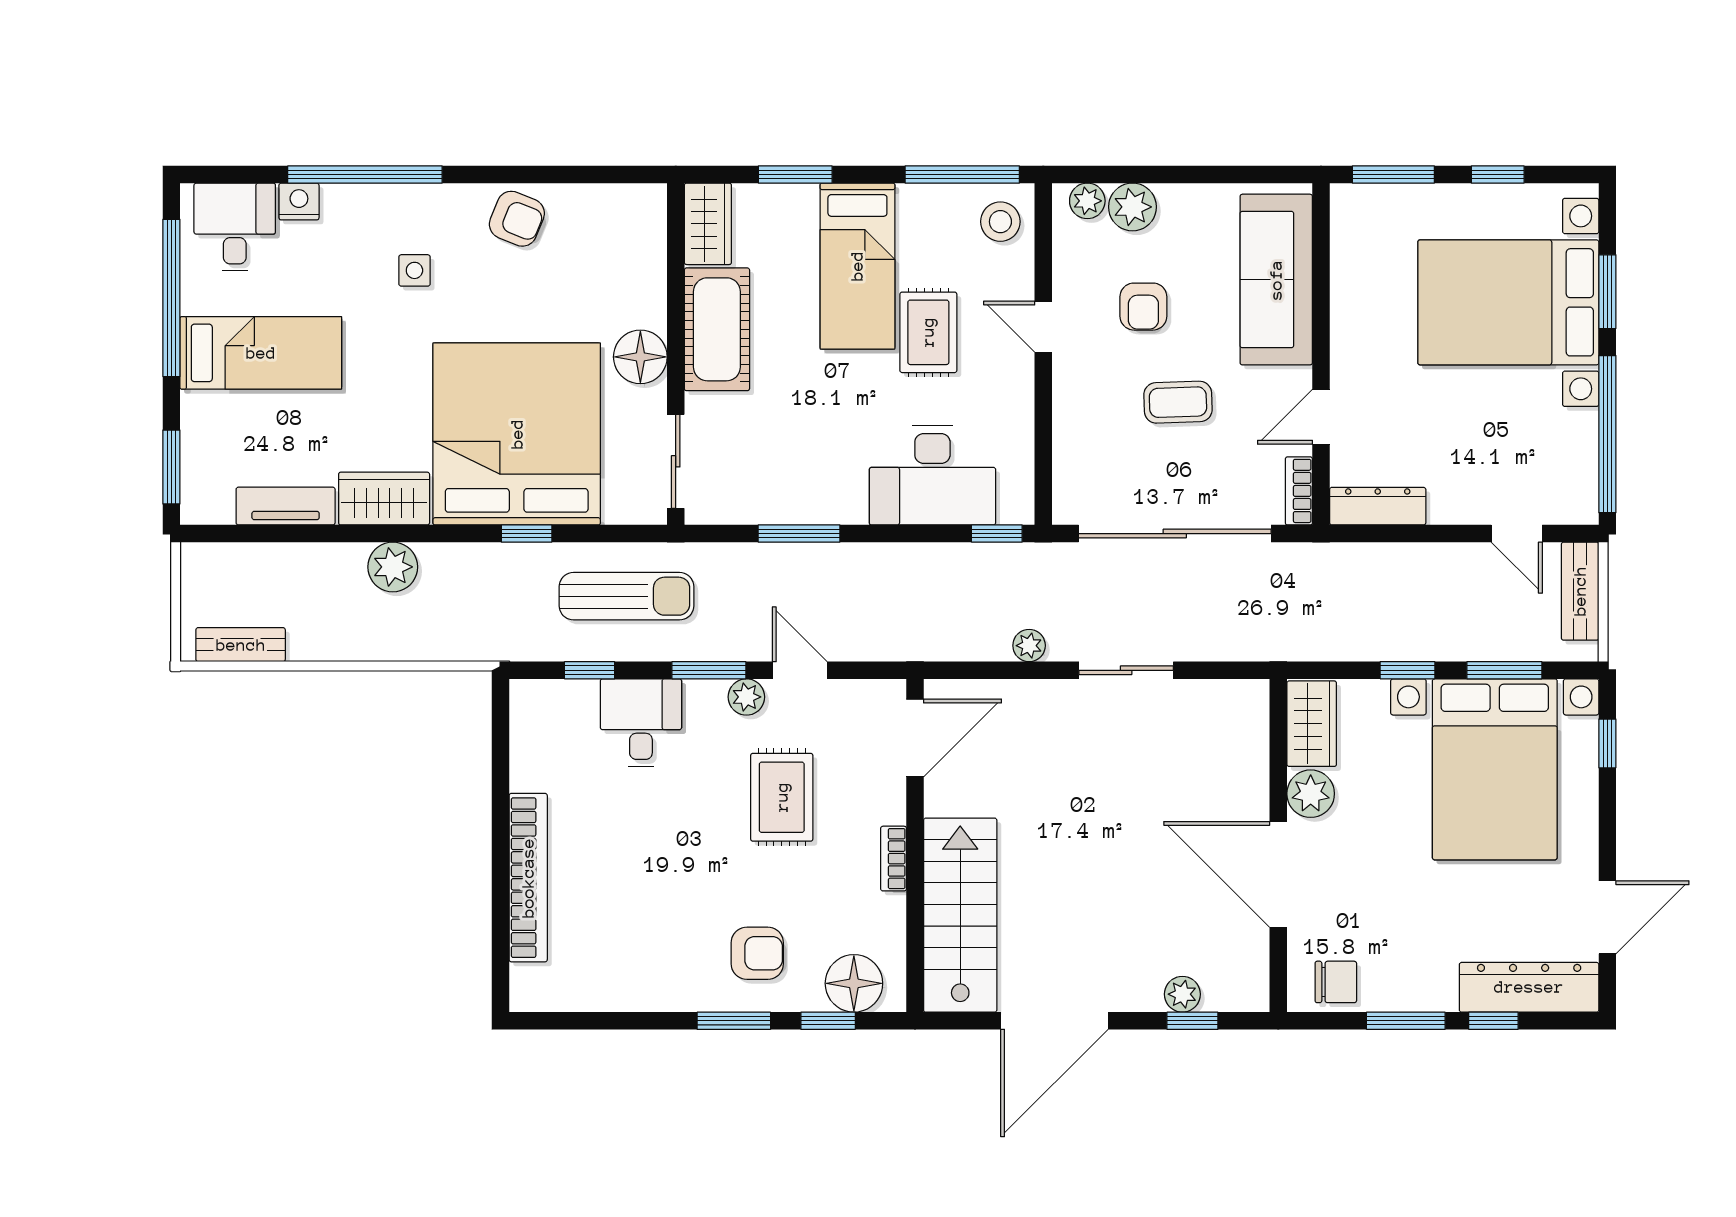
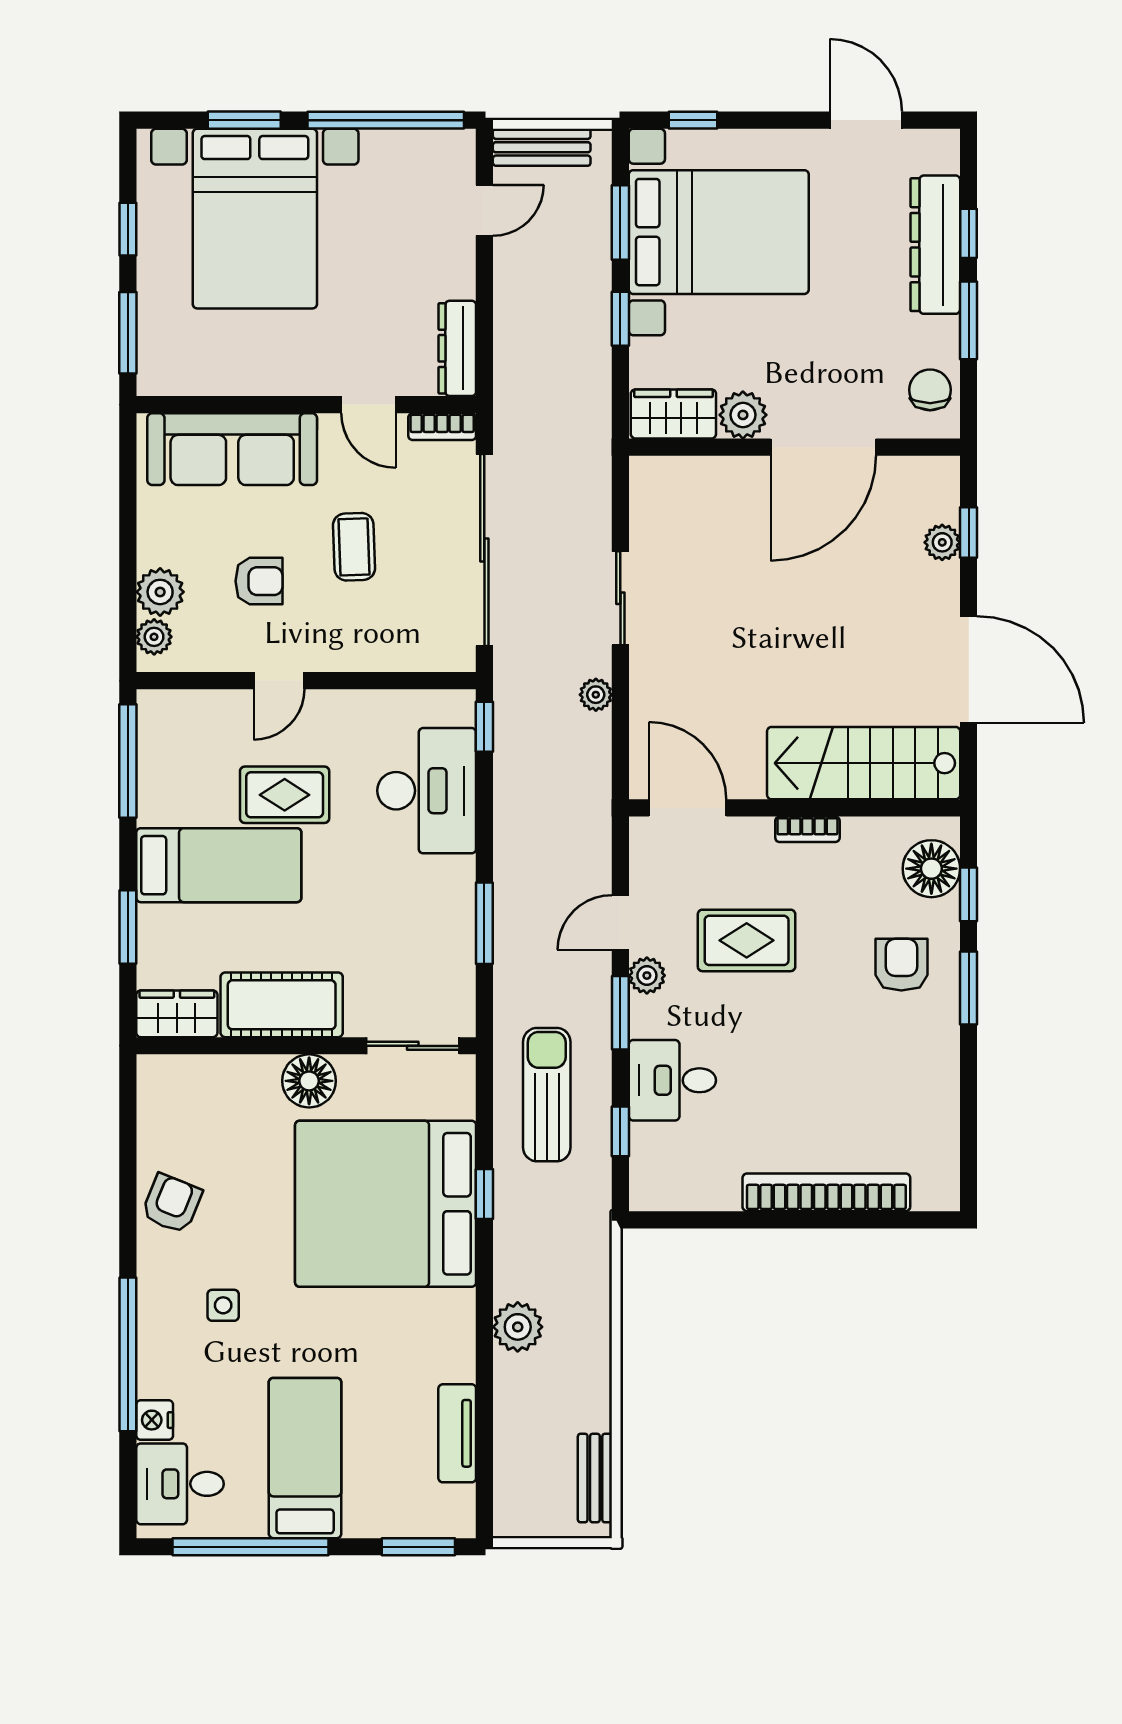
stool: (1000, 222) -> (175, 723), removed
wardrobe: (384, 499) -> (450, 1336), removed
dresser: (1529, 987) -> (935, 245), moved

